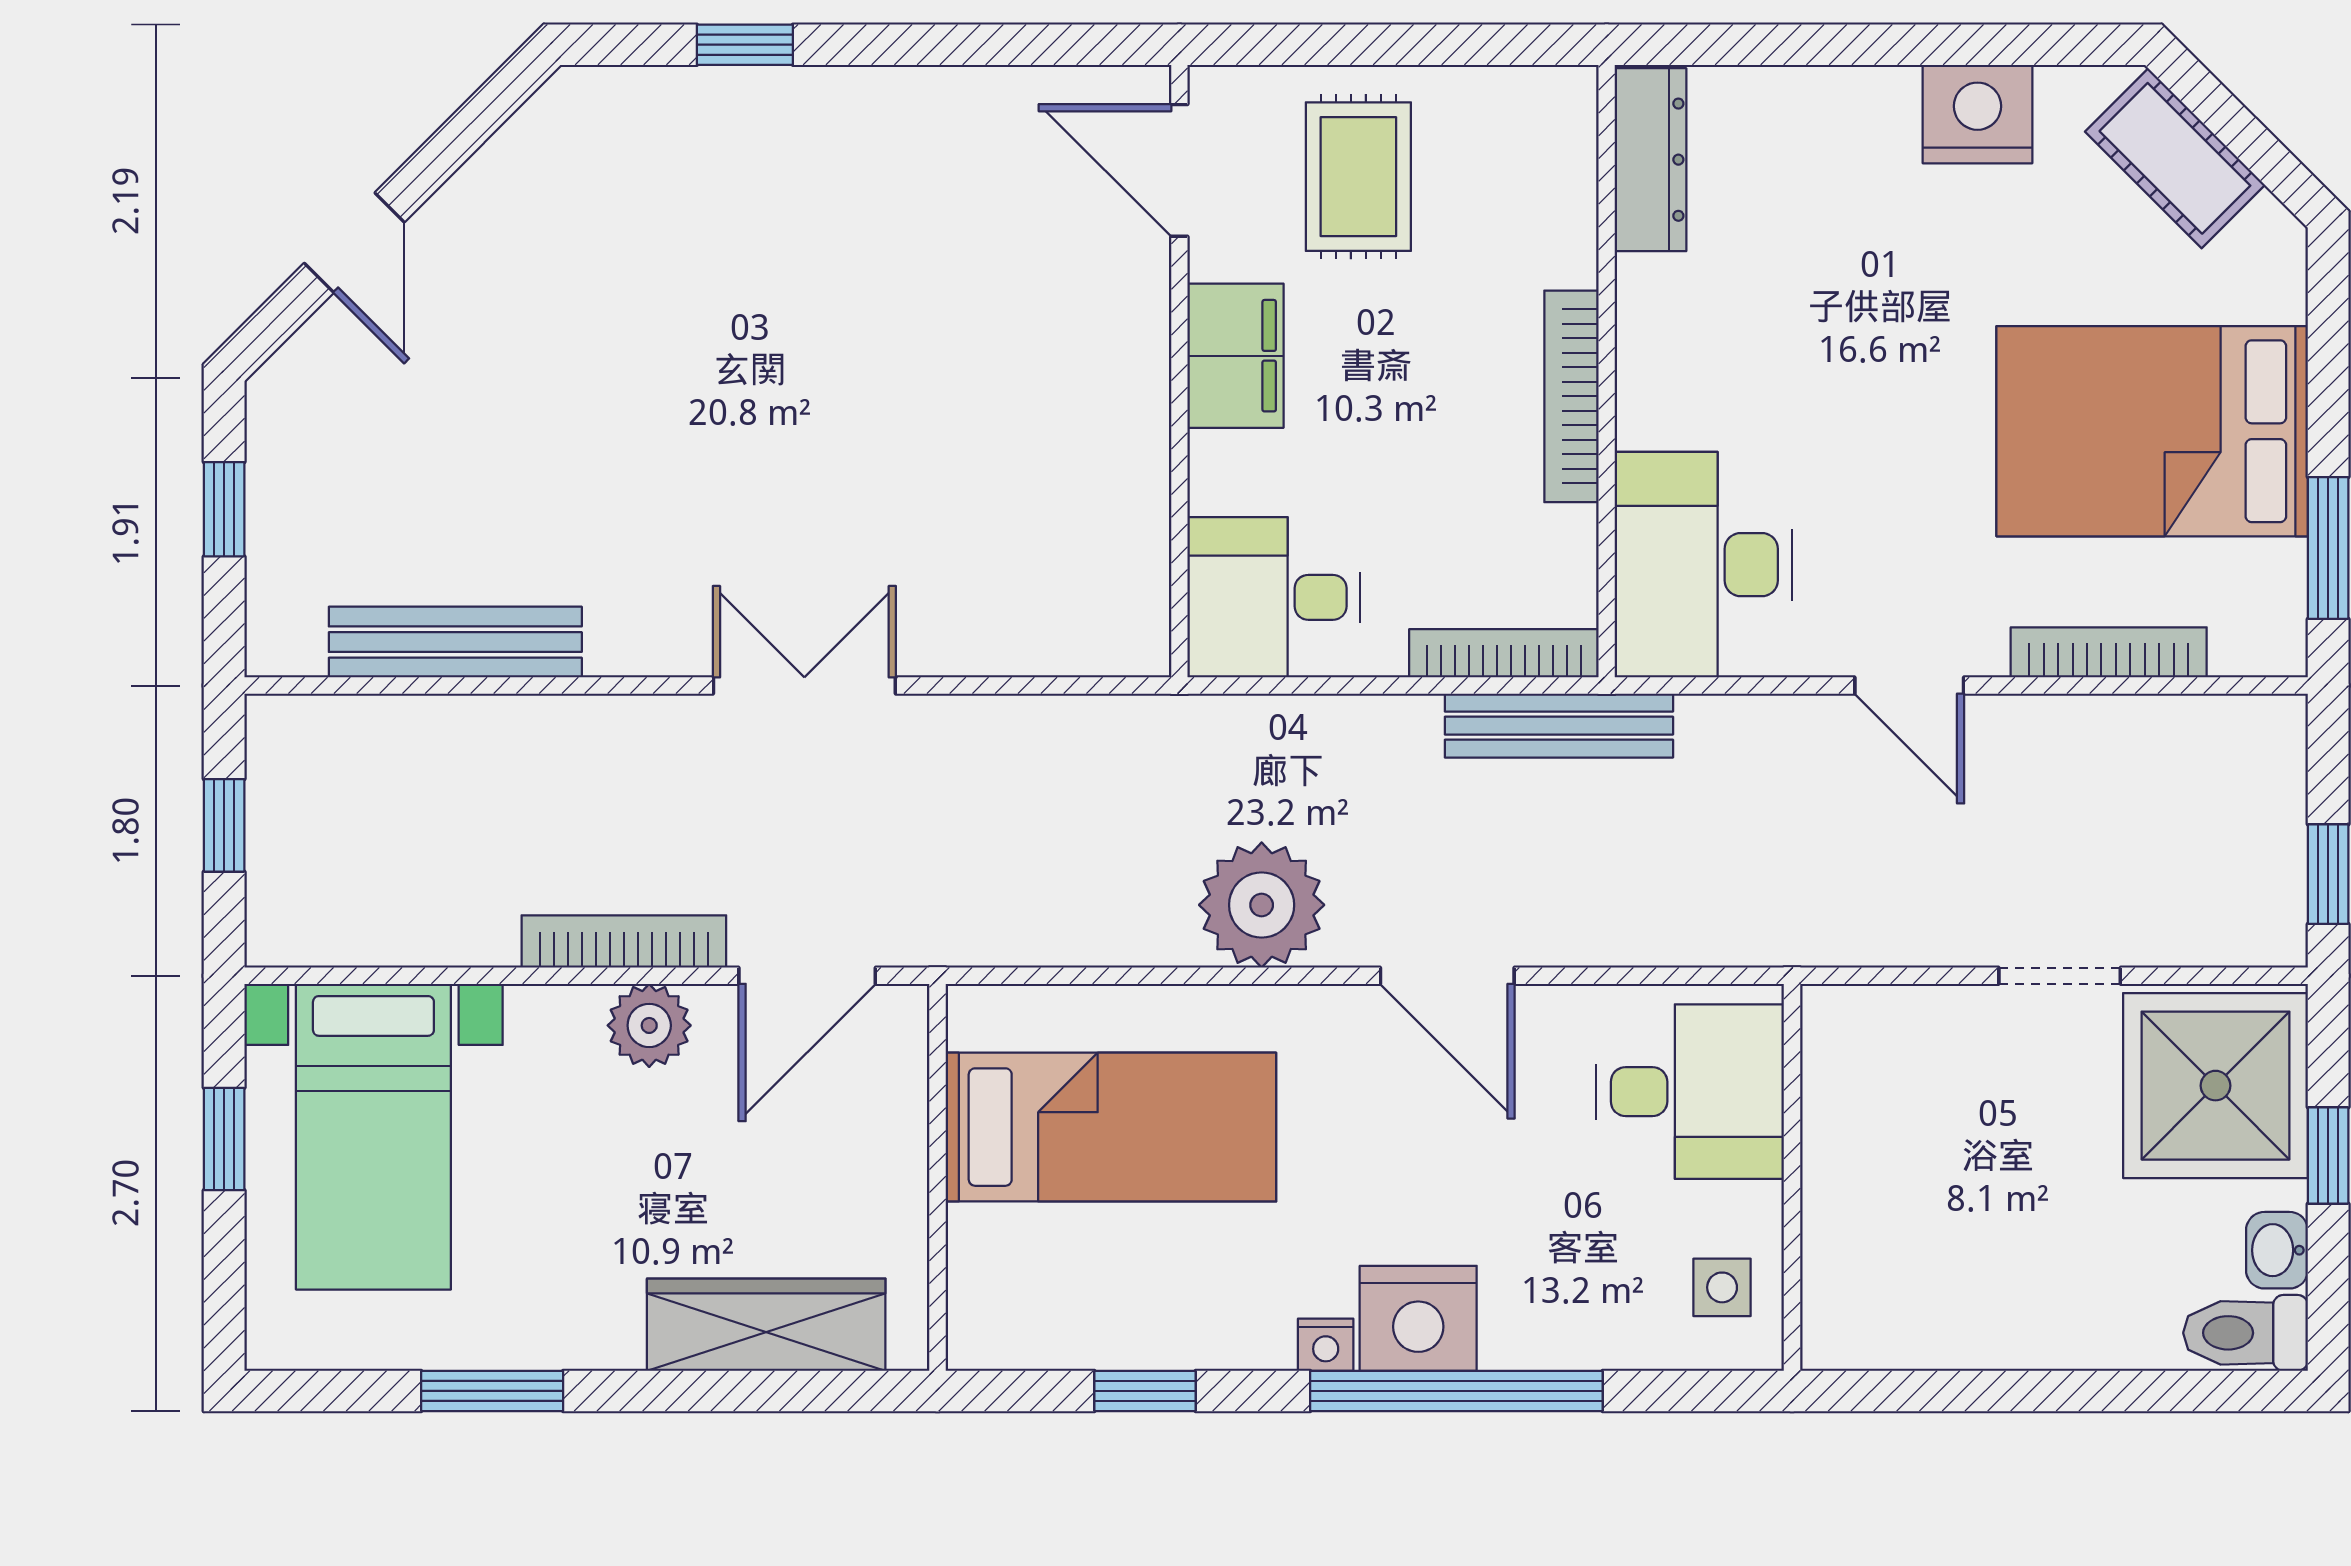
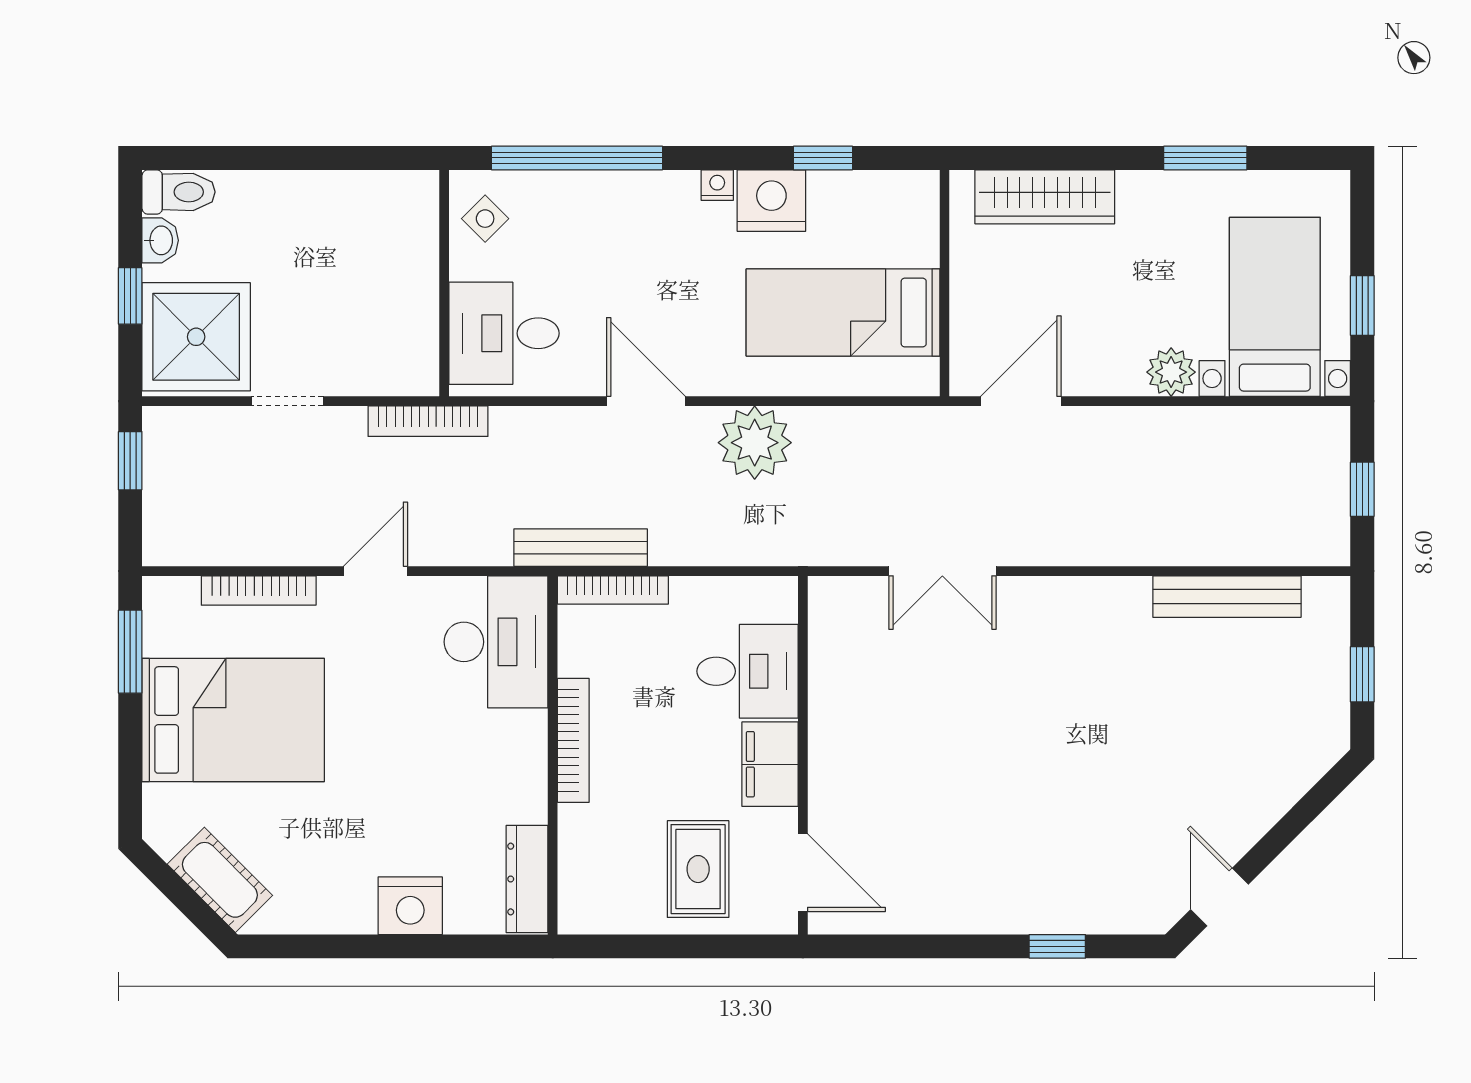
nightstand: (1978, 114) -> (410, 906), moved
door: (354, 243) -> (1220, 897), moved
desk: (1274, 597) -> (748, 671), moved
double door: (804, 686) -> (942, 571), moved
door: (1909, 686) -> (375, 571), hinge flipped
bookcase: (624, 942) -> (428, 421), moved
plant: (649, 1025) -> (1171, 372), moved
side table: (1722, 1287) -> (485, 219), turned 45
nightstand: (1418, 1318) -> (771, 201), moved
window: (1456, 1391) -> (577, 158), moved

